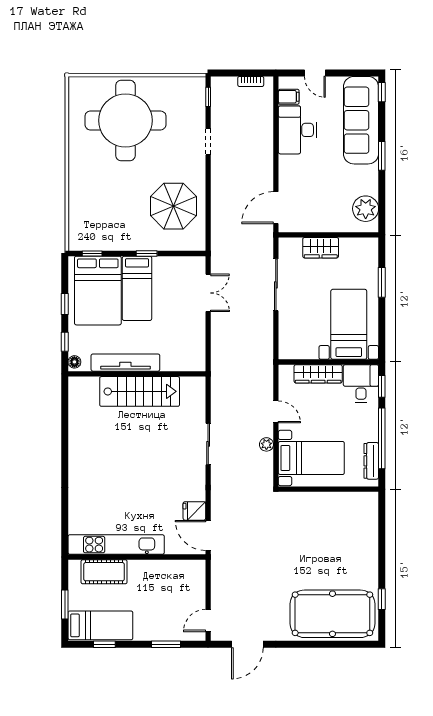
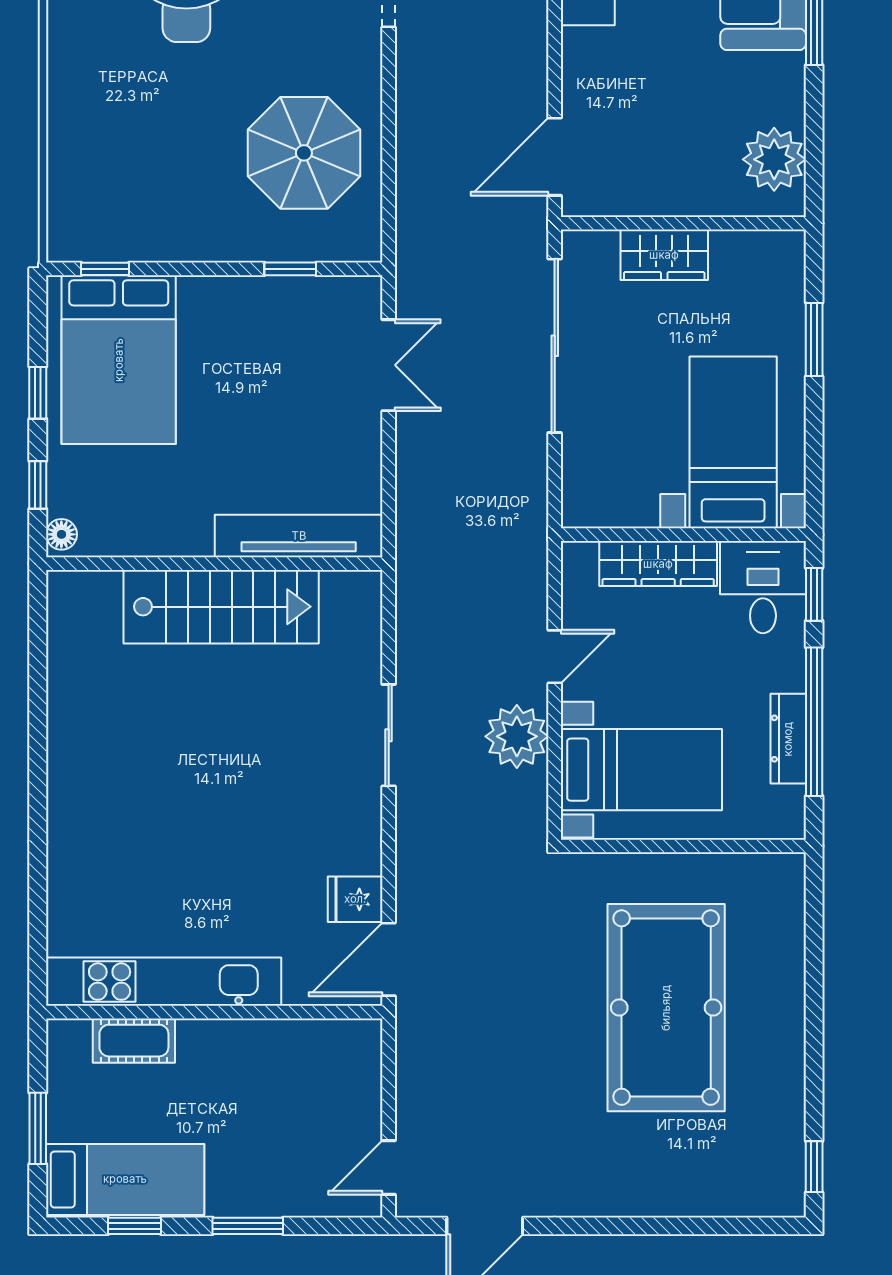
window: (147, 253) -> (290, 269), moved
sliding door: (276, 285) -> (555, 346), width x1.36
bed: (137, 288) -> (215, 354), removed
tv unit: (125, 363) -> (299, 536), moved
door: (276, 412) -> (555, 657), hinge flipped
plant: (266, 444) -> (517, 736), width x1.88, depth x1.88
dresser: (371, 461) -> (788, 739), moved
door: (208, 535) -> (389, 959), hinge flipped
cot: (104, 572) -> (134, 1041), width x0.73, depth x0.75
window: (382, 599) -> (814, 1167), moved
pool table: (332, 614) -> (666, 1008), moved, turned 90
window: (166, 644) -> (248, 1226), moved

